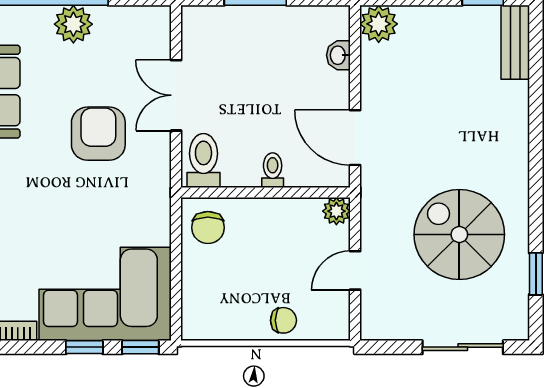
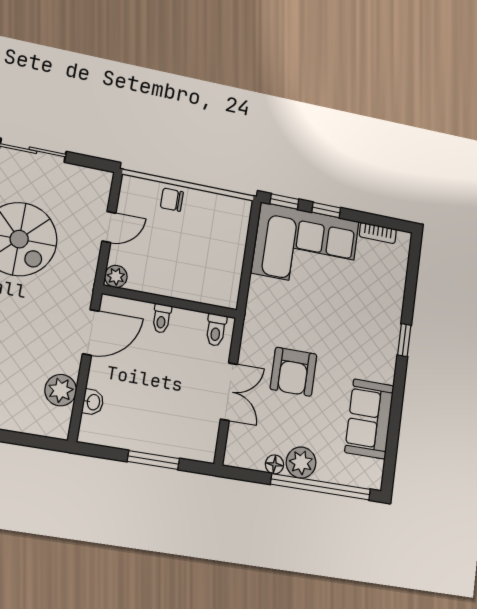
floor lamp: (106, 17) -> (274, 464), added
plant: (379, 24) -> (61, 390), moved
door: (355, 138) -> (91, 332), hinge flipped
toilet: (203, 161) -> (216, 330), width x0.73, depth x0.72
chair: (208, 228) -> (219, 283), removed

